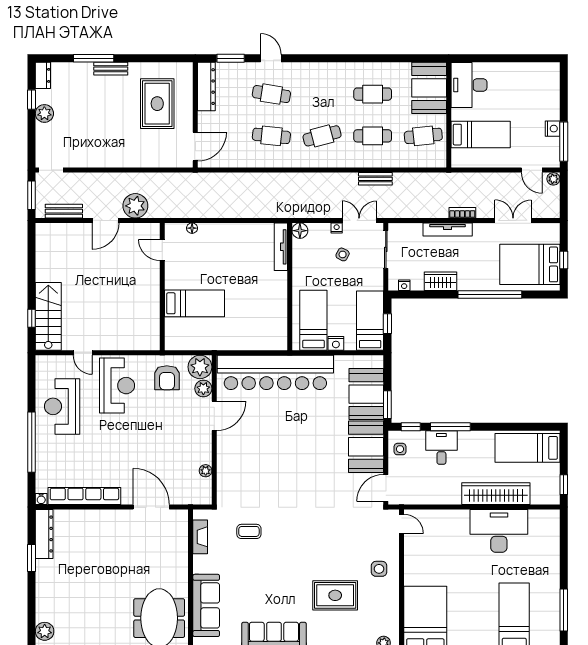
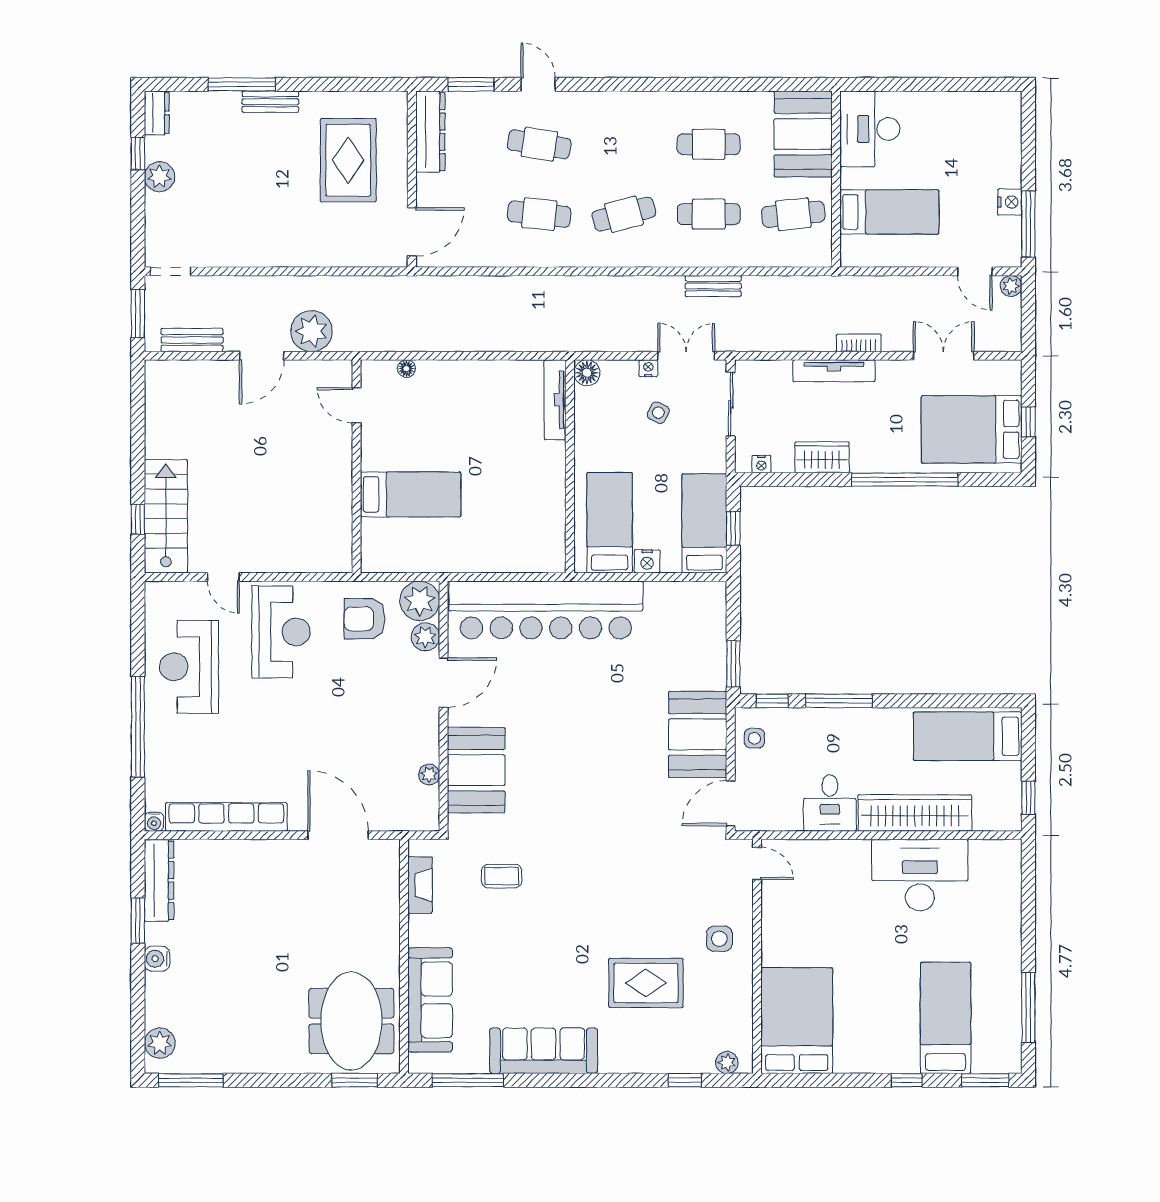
armchair: (167, 378) -> (365, 619), turned 90
booth: (366, 394) -> (476, 770), moved
desk: (441, 448) -> (830, 803), moved, turned 180
water cooler: (43, 581) -> (157, 959), added

